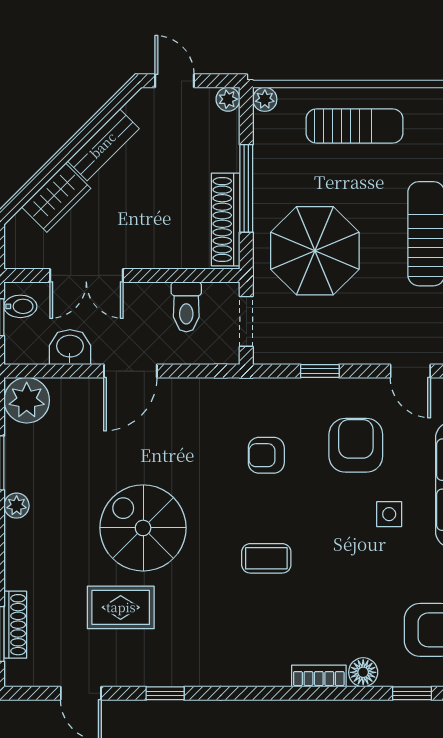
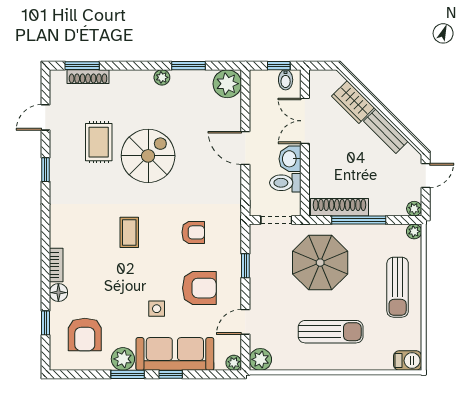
washbasin: (70, 347) -> (290, 159), moved, turned 180
armchair: (266, 455) -> (193, 232), turned 90

